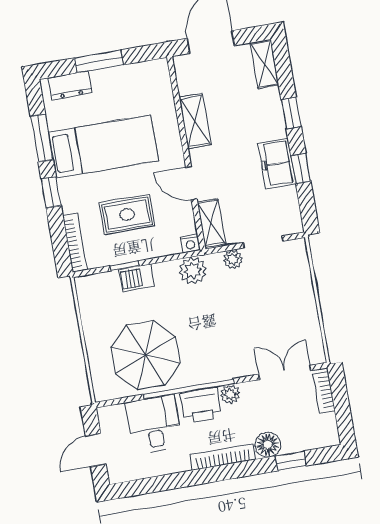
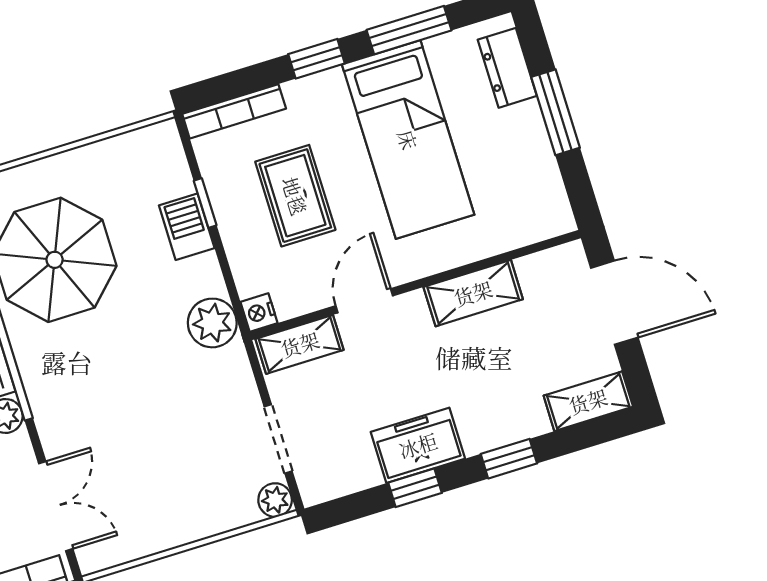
plant: (233, 259) -> (275, 500), moved

